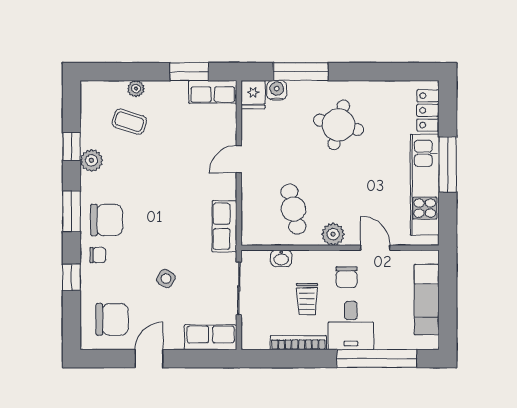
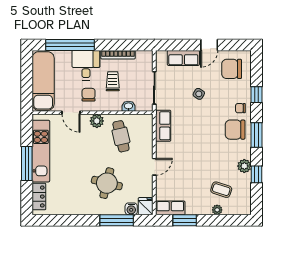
round table: (339, 125) -> (107, 183), moved
exam couch: (427, 300) -> (43, 81), width x1.36, depth x1.45
row of seats: (211, 337) -> (183, 58), moved

